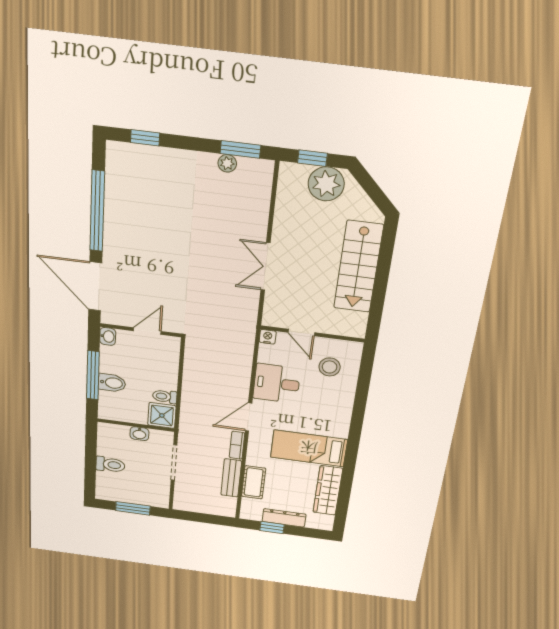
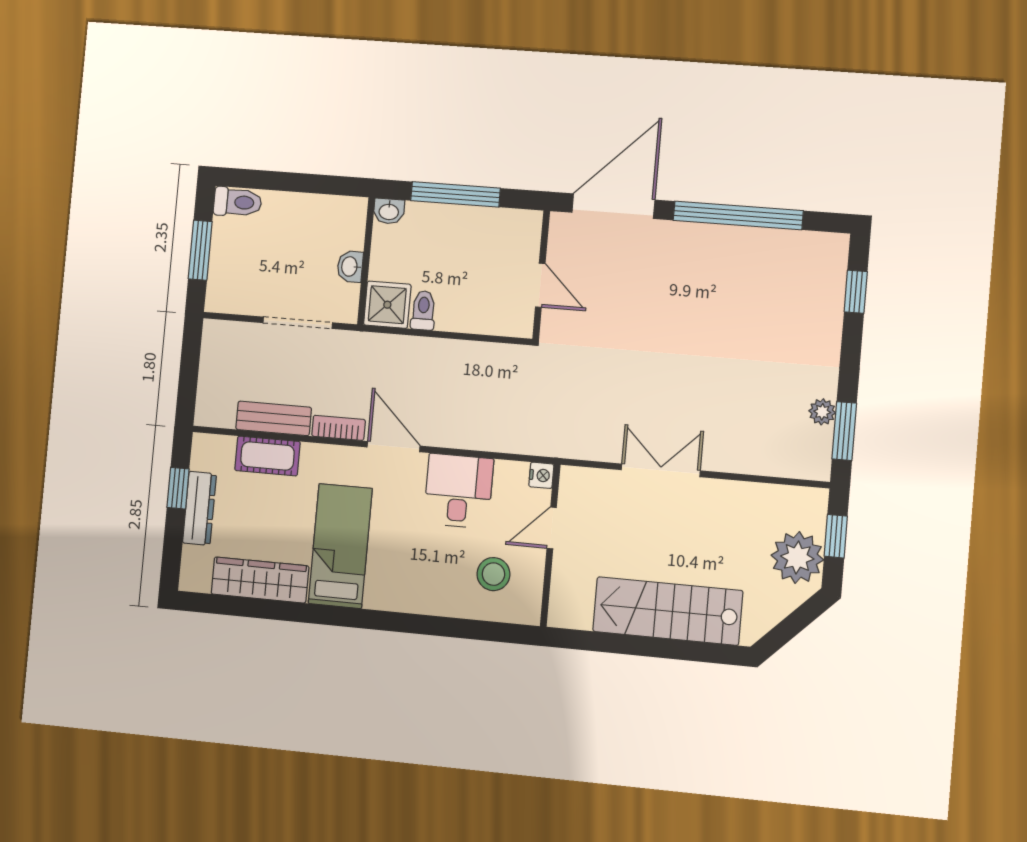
washbasin: (108, 336) -> (389, 211), moved
bidet: (112, 383) -> (443, 225), removed
toilet: (110, 465) -> (238, 202), moved, turned -90

